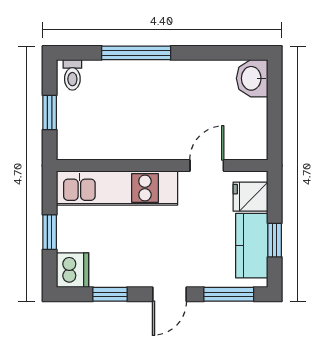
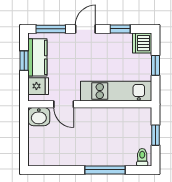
washbasin: (252, 78) -> (39, 117), moved, turned 90
door: (207, 165) -> (64, 104), hinge flipped

